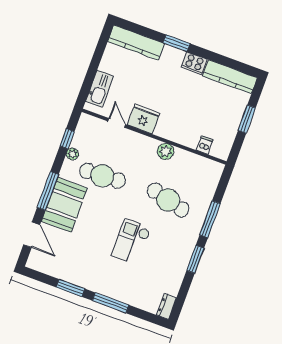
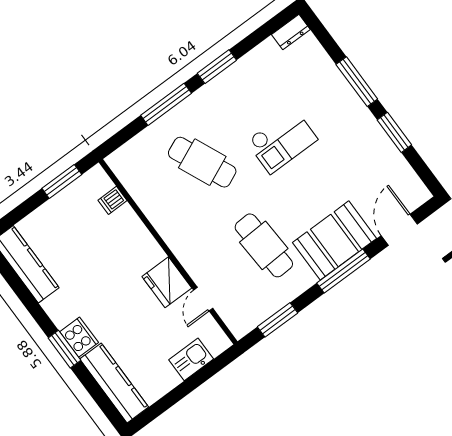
cooker: (194, 63) -> (79, 337), moved
kitchen sink: (100, 89) -> (191, 359), width x0.73
window: (247, 119) -> (62, 181), moved
window: (67, 139) -> (277, 320), width x1.50
plant: (166, 151) -> (166, 224), removed
plant: (72, 154) -> (283, 297), removed
cafe table: (168, 200) -> (202, 162), turned -39

